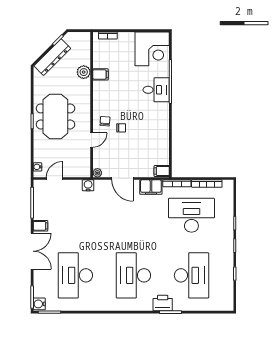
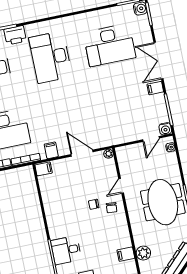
water cooler: (88, 185) -> (165, 129), moved
filing cabinet: (151, 187) -> (51, 150), width x0.50
desk: (75, 275) -> (109, 45), turned 90
desk: (133, 275) -> (51, 57), turned 180

